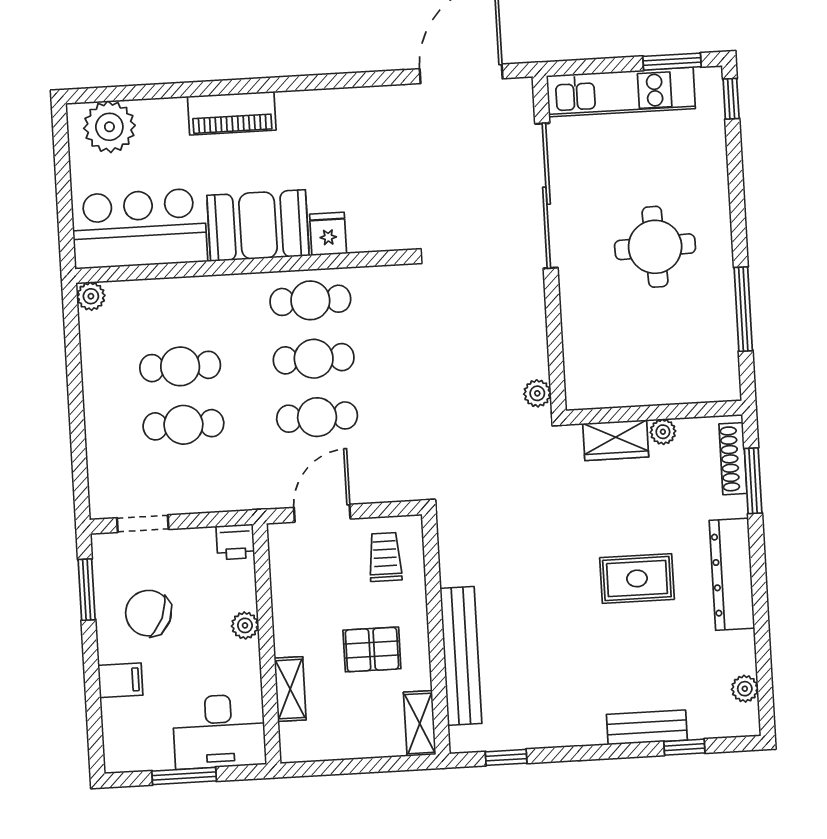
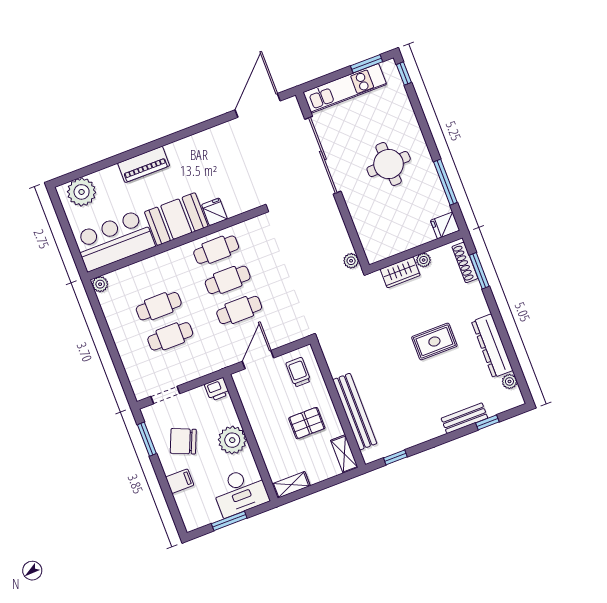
fridge: (719, 384) -> (445, 225), added
dresser: (732, 574) -> (492, 346), moved
plant: (245, 625) -> (232, 440), width x1.88, depth x1.88
shelving: (290, 689) -> (291, 485), moved, turned 90

